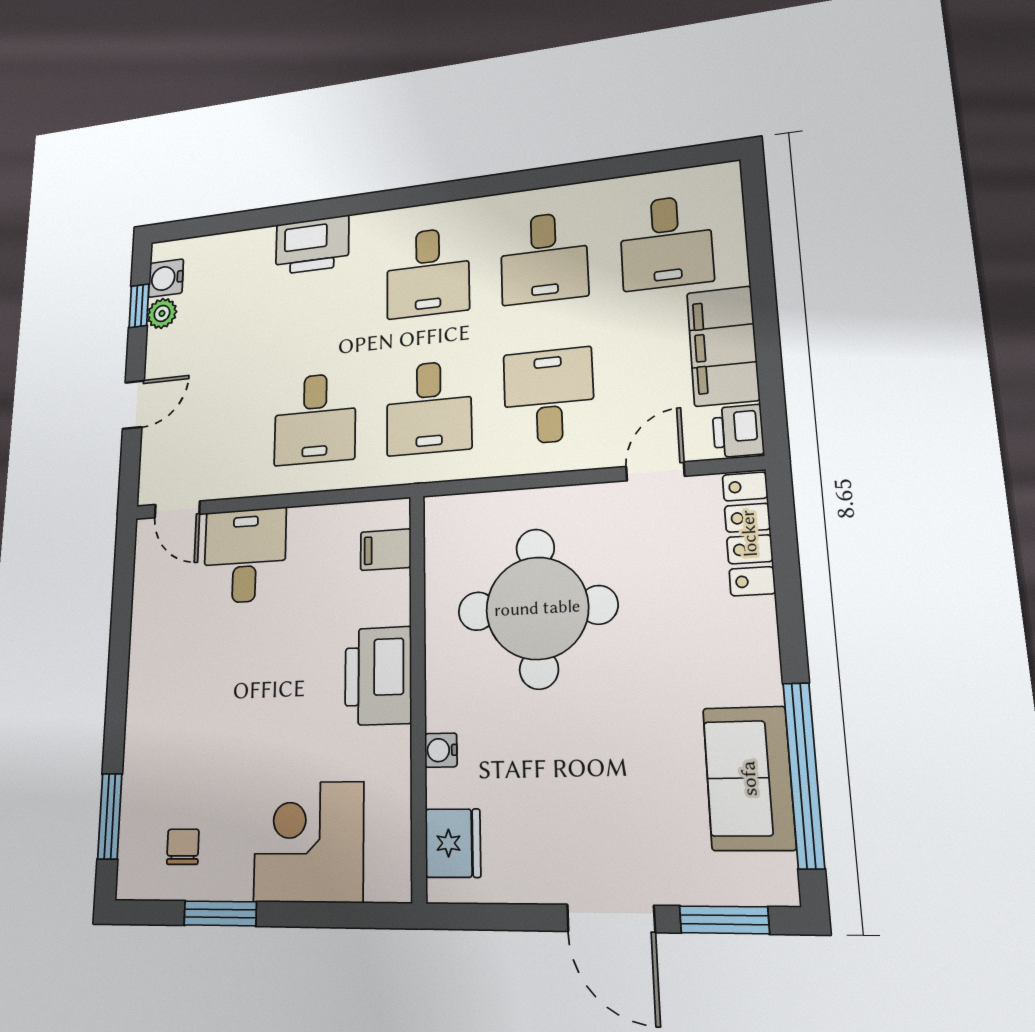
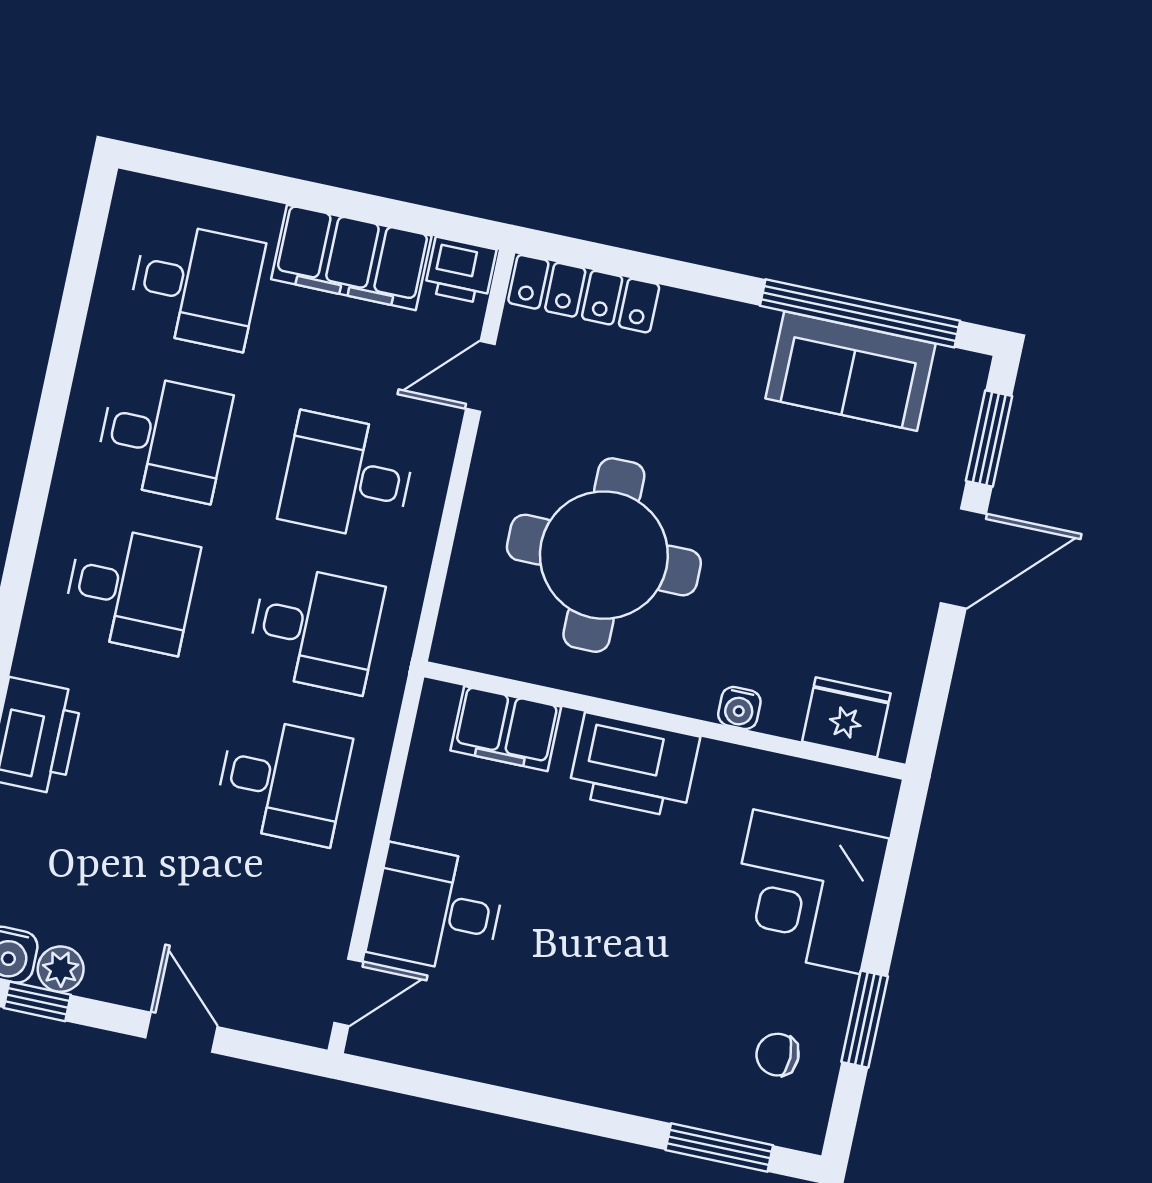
door: (655, 471) -> (480, 377), hinge flipped
filing cabinet: (386, 550) -> (506, 729), width x2.00

